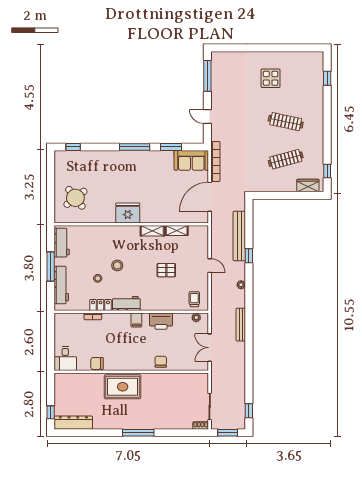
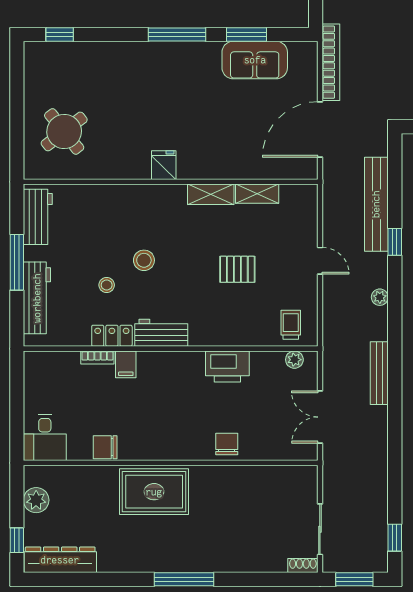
sofa: (191, 160) -> (255, 60), moved
fridge: (128, 213) -> (164, 165), width x0.53, depth x0.75
filing cabinet: (136, 320) -> (126, 364), moved
plant: (61, 391) -> (36, 500), added

